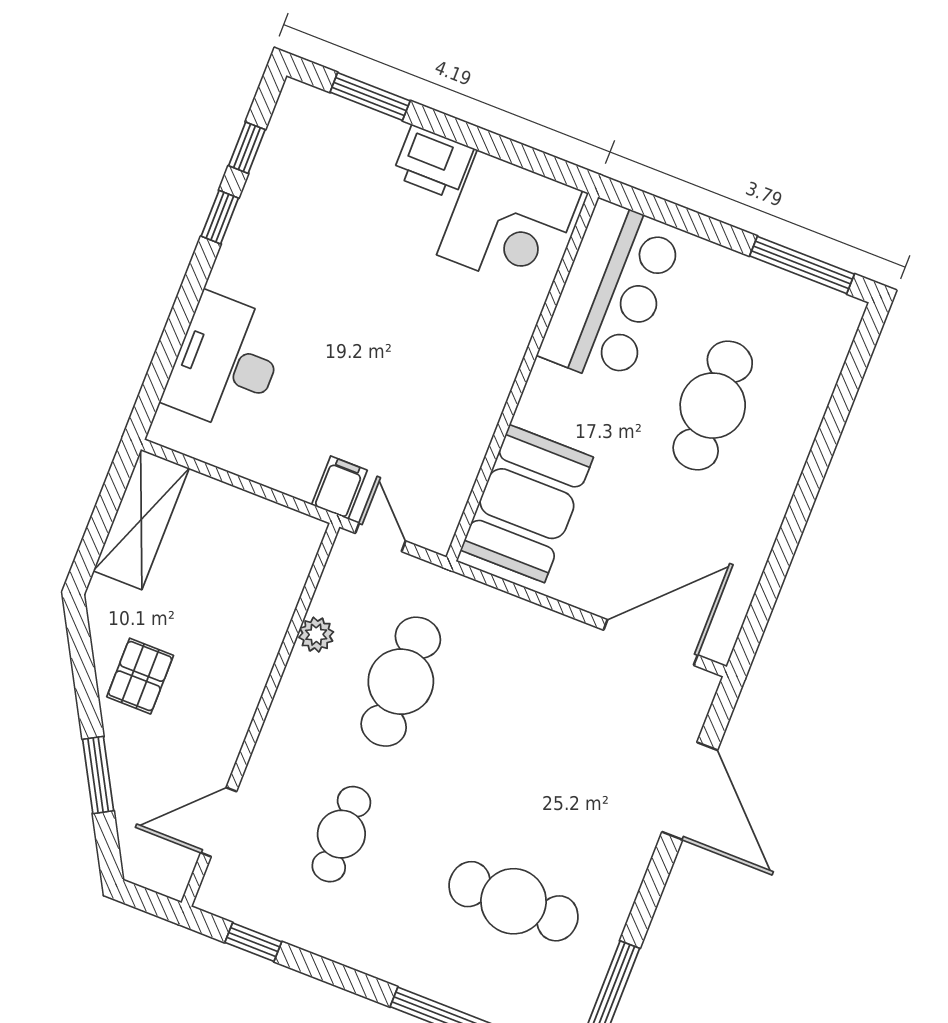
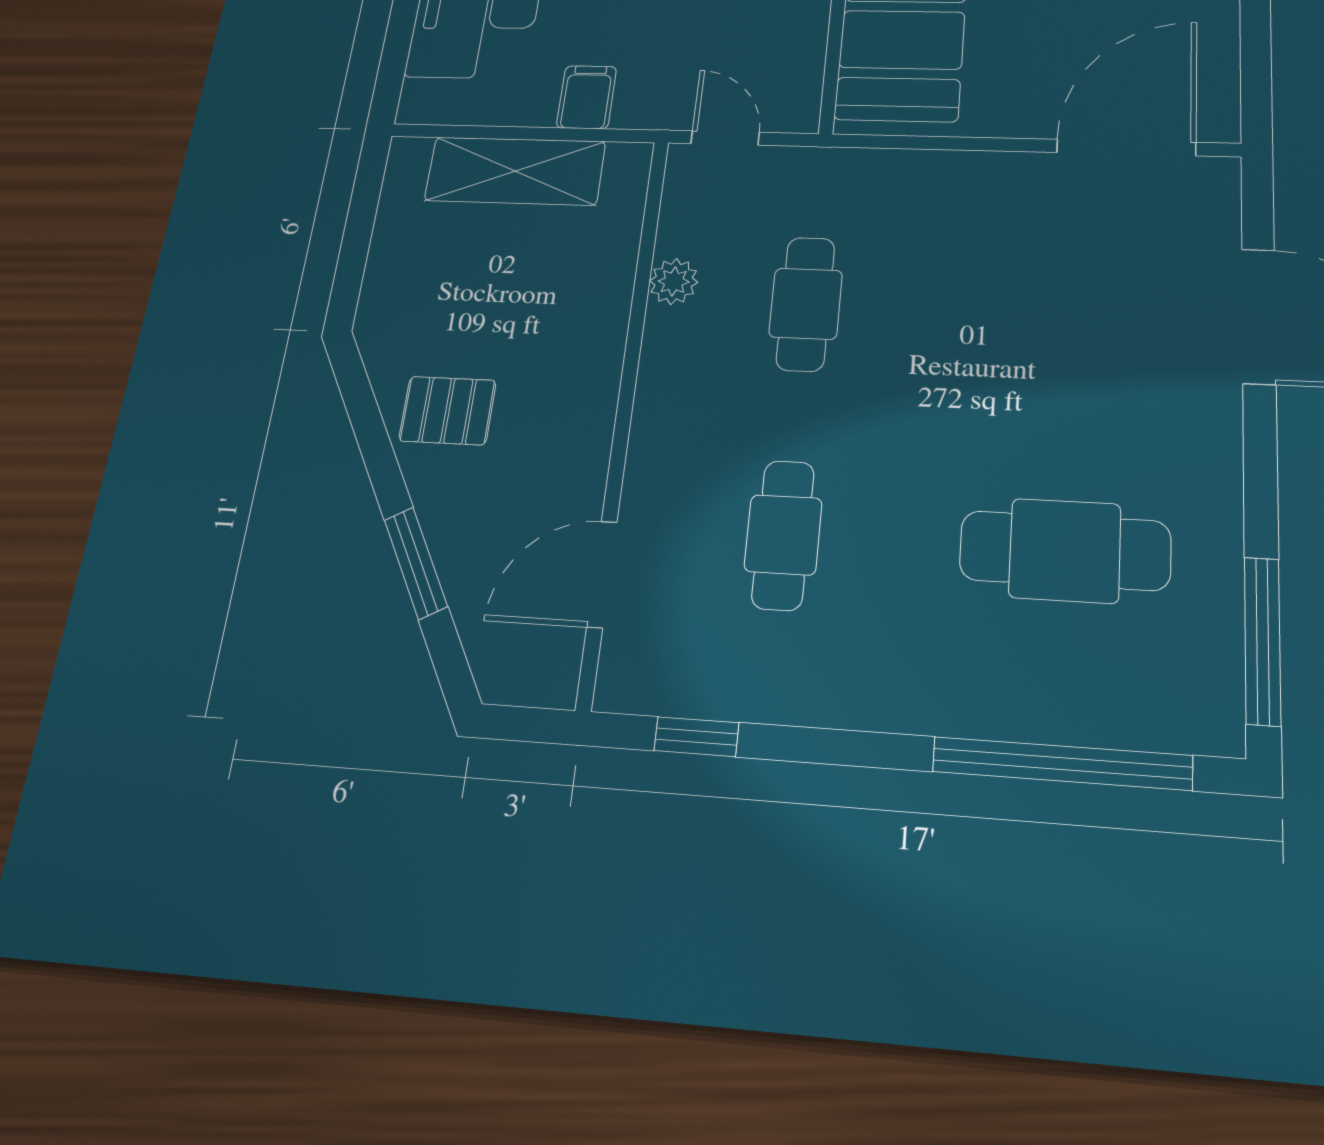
filing cabinet: (339, 488) -> (587, 97), moved
shelving: (141, 519) -> (515, 171), moved, turned 90
pallet: (140, 676) -> (448, 411), turned 90
cafe table: (401, 682) -> (806, 304), width x0.73, depth x0.74

